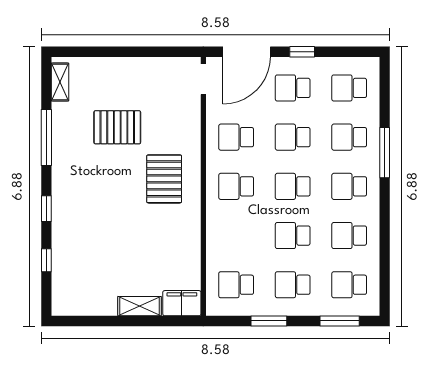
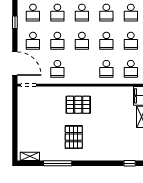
window: (302, 52) -> (15, 22), moved
pallet: (117, 127) -> (74, 137), moved
school desk: (236, 186) -> (106, 69), moved
window: (46, 209) -> (93, 163), removed
window: (46, 260) -> (130, 163), moved

